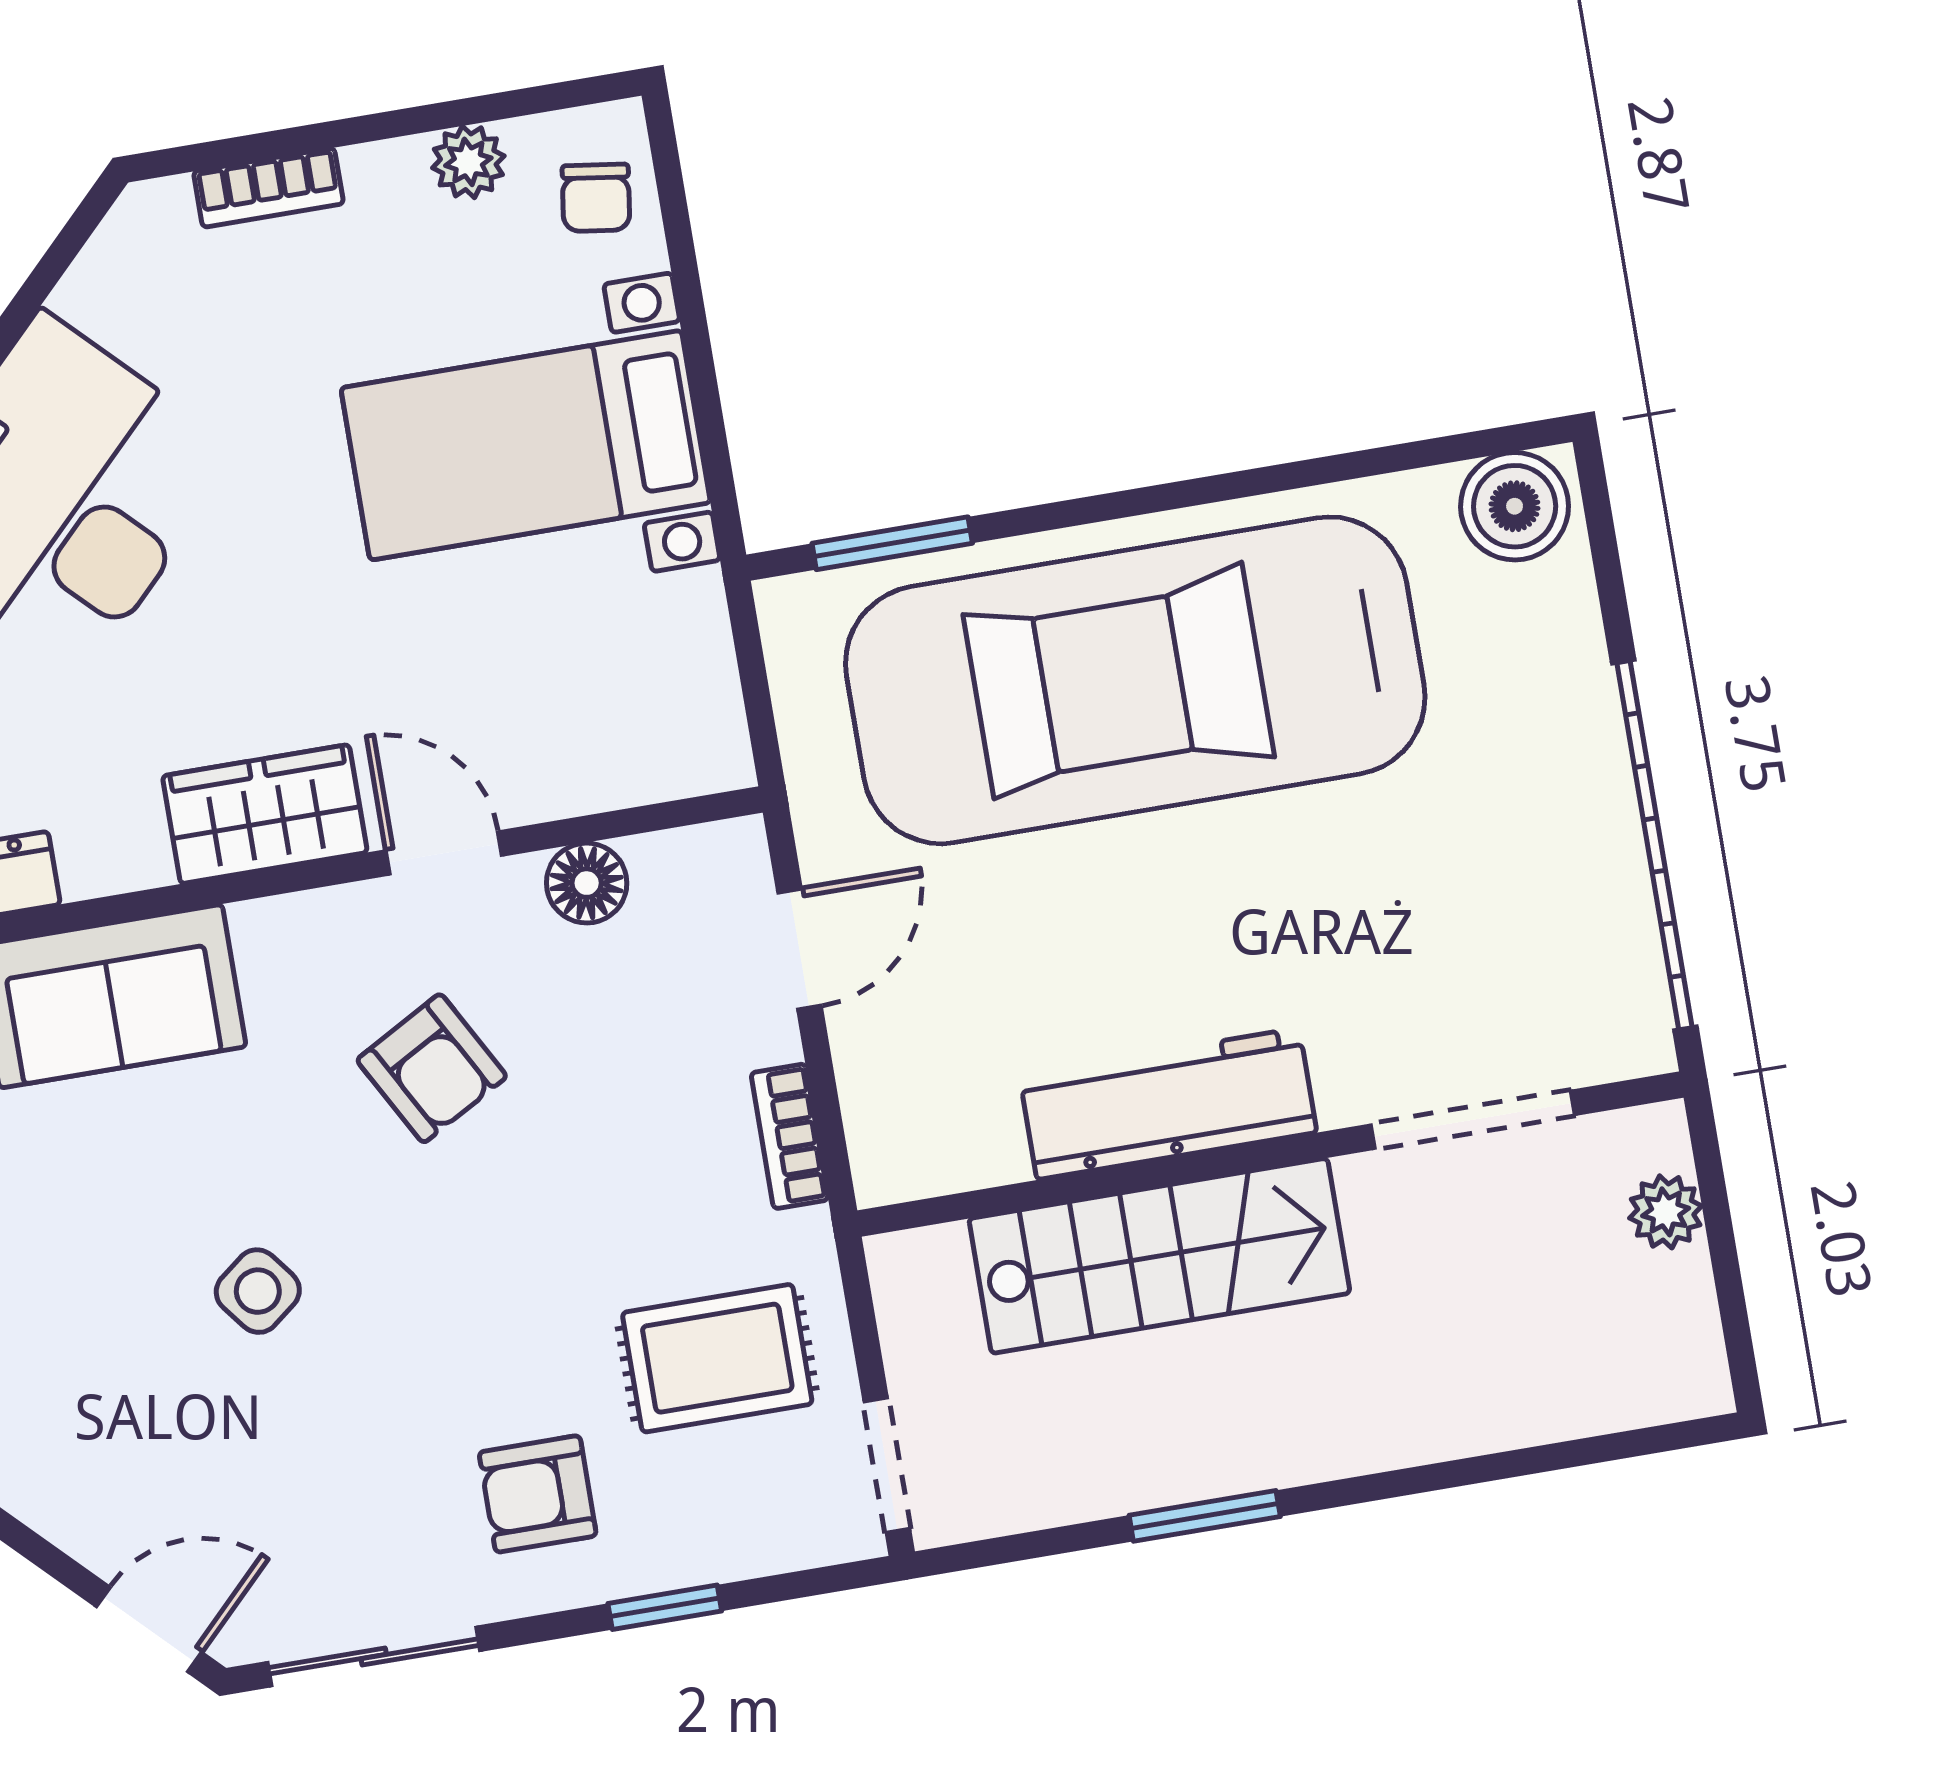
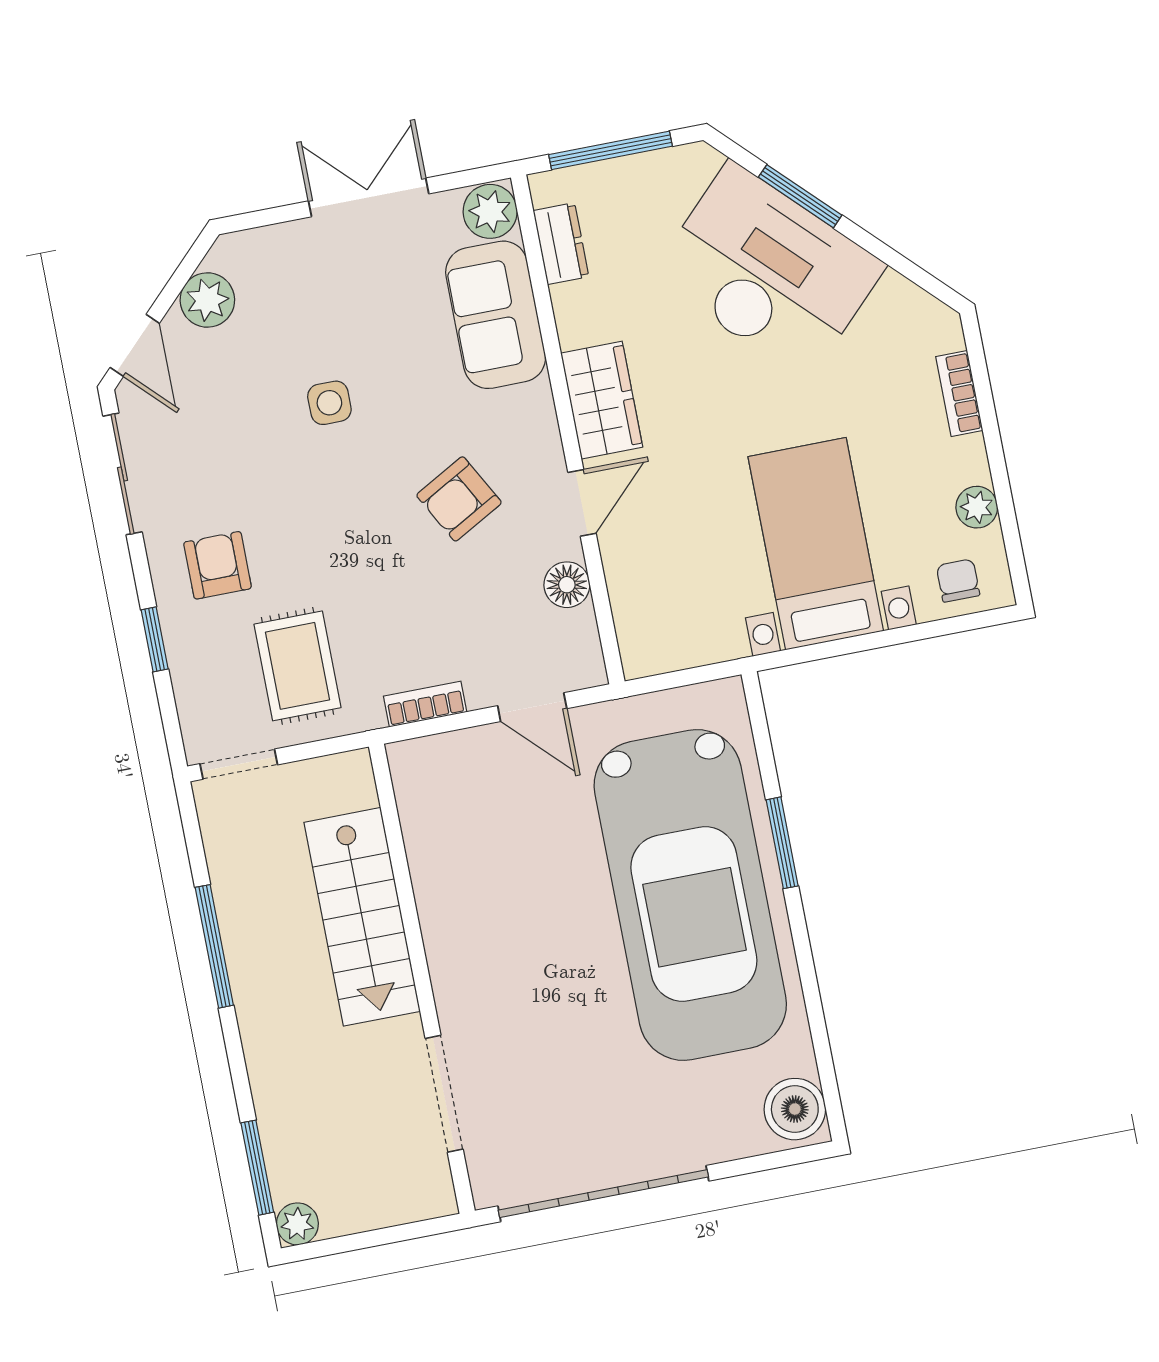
chair: (596, 198) -> (958, 581), turned 82
window: (892, 543) -> (782, 843), moved
car: (1135, 680) -> (690, 895), turned 180
workbench: (1168, 1104) -> (449, 920), removed
plant: (1666, 1212) -> (297, 1224), moved
side table: (258, 1291) -> (329, 403), turned 38
window: (1594, 1450) -> (257, 1168), added
plant: (73, 1500) -> (207, 300), added
window: (1205, 1516) -> (214, 946), width x1.44

